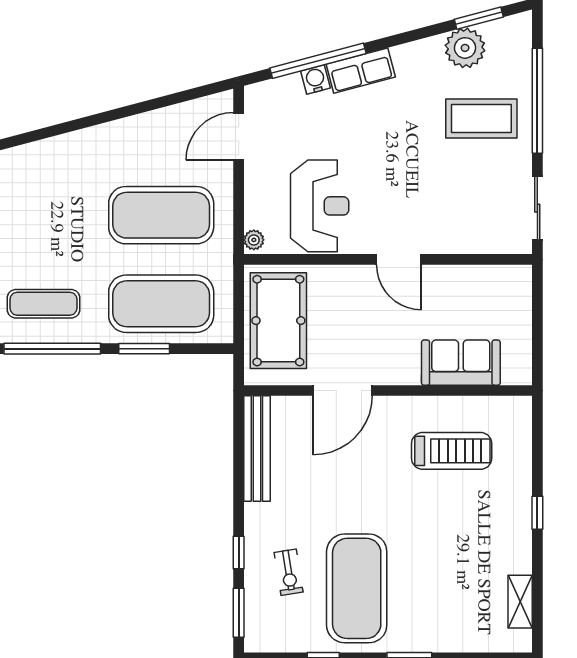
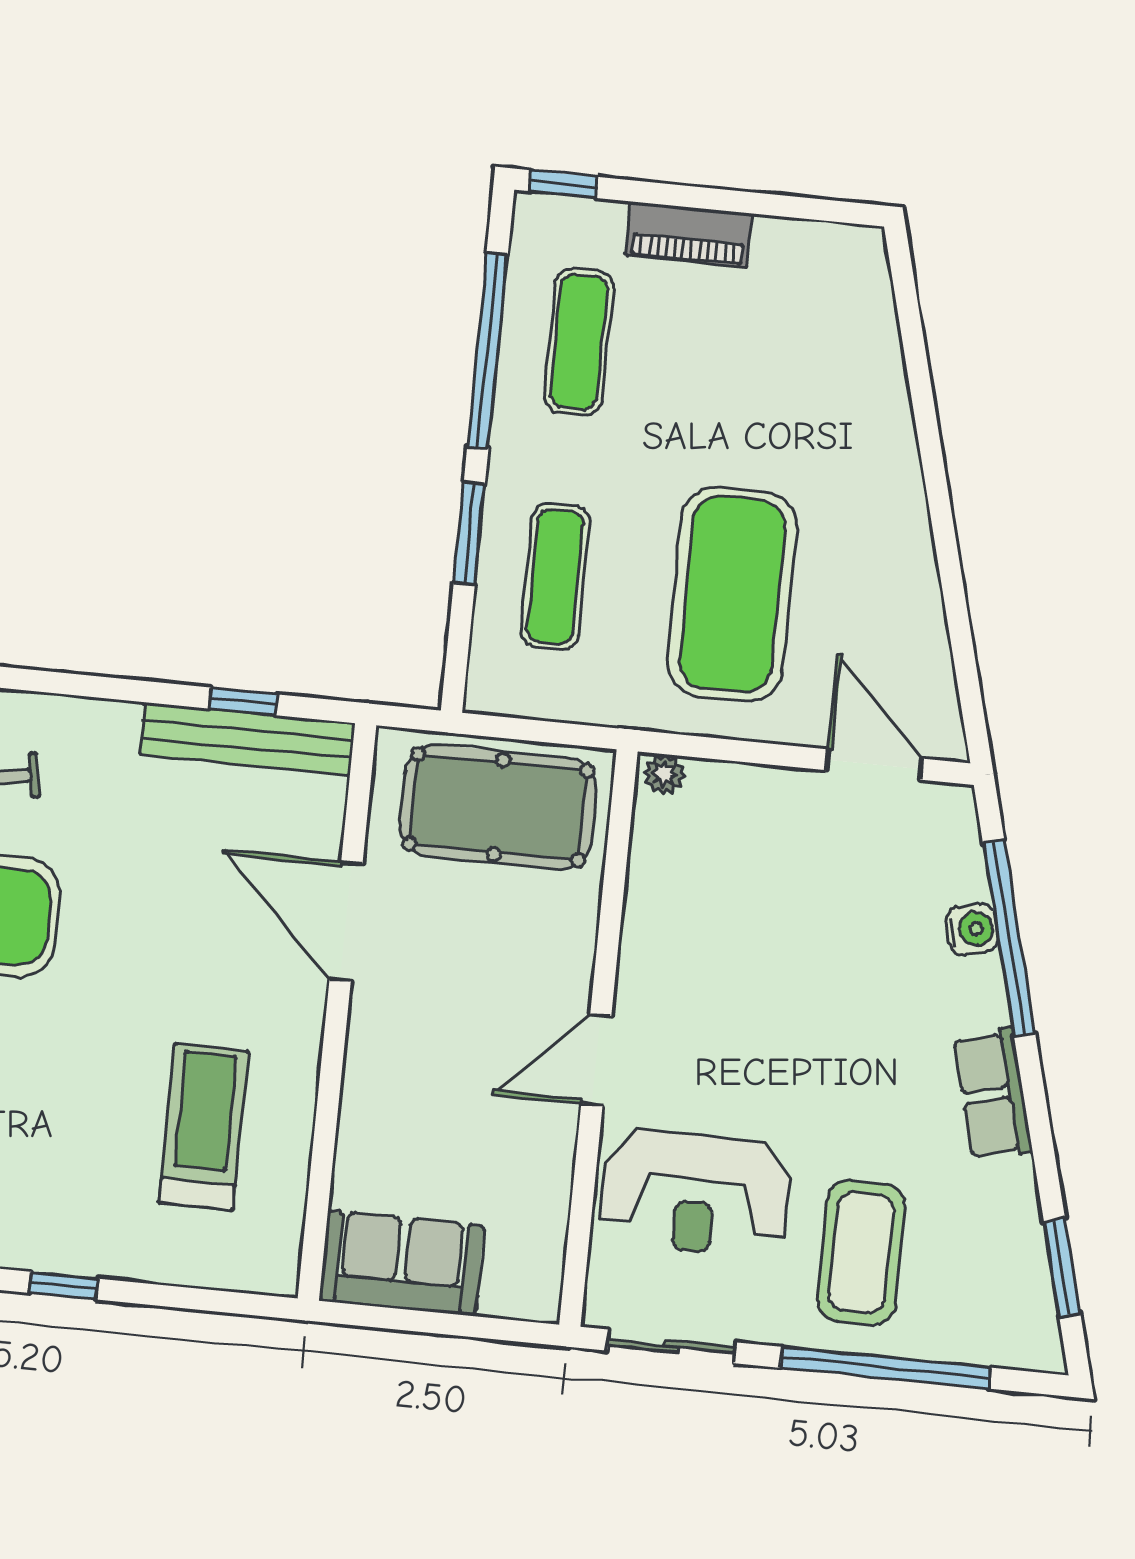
plant: (465, 48) -> (1005, 1234), removed
row of seats: (361, 71) -> (993, 1094), moved
reception desk: (320, 206) -> (695, 1193), moved
exercise mat: (161, 304) -> (555, 577), width x0.50, depth x0.69
sofa: (461, 363) -> (401, 1263), moved, turned -90
treadmill: (452, 451) -> (204, 1127), turned 180
window: (239, 552) -> (243, 701), moved

